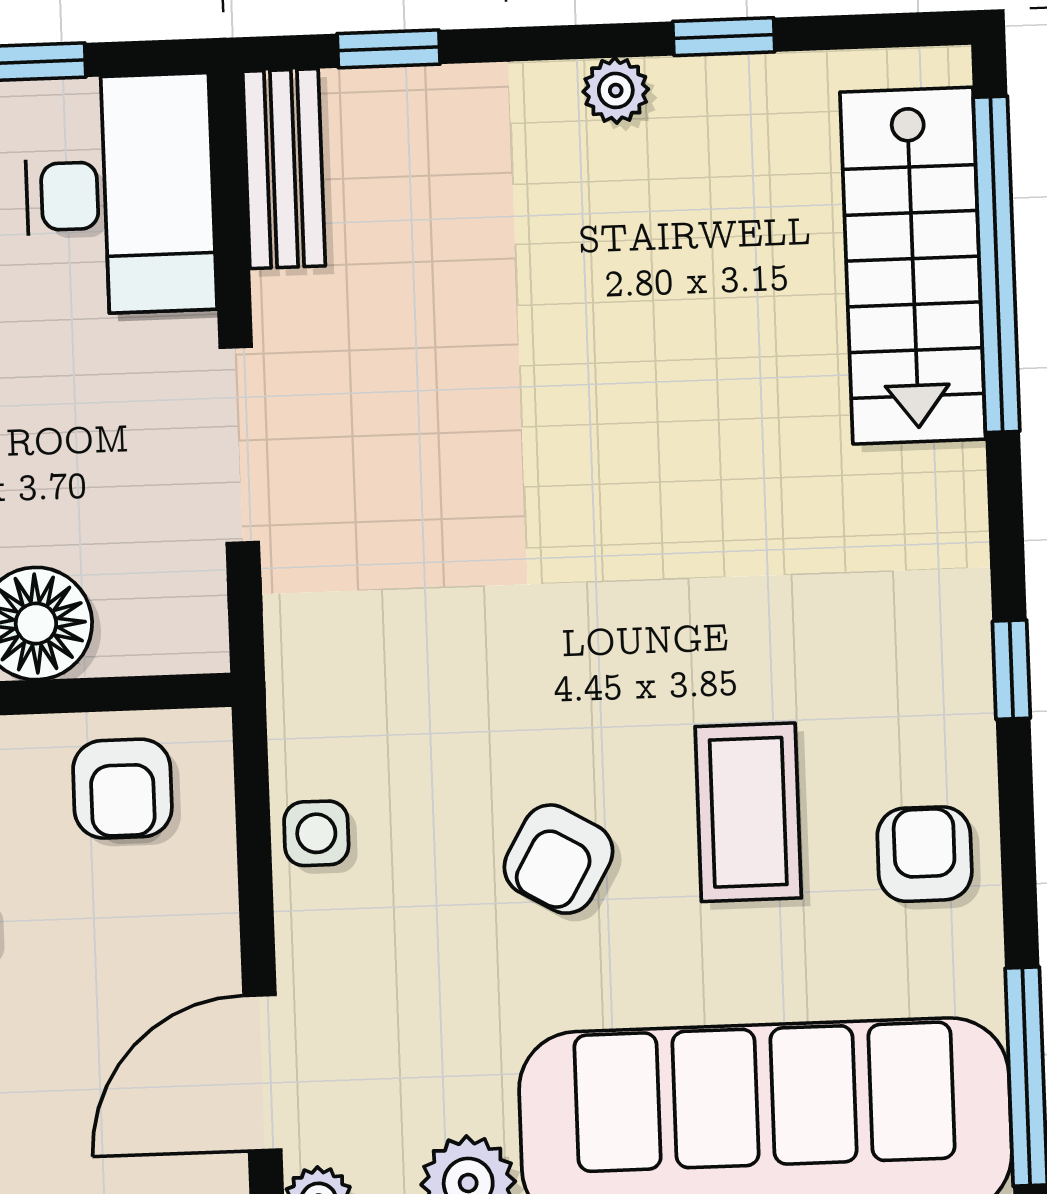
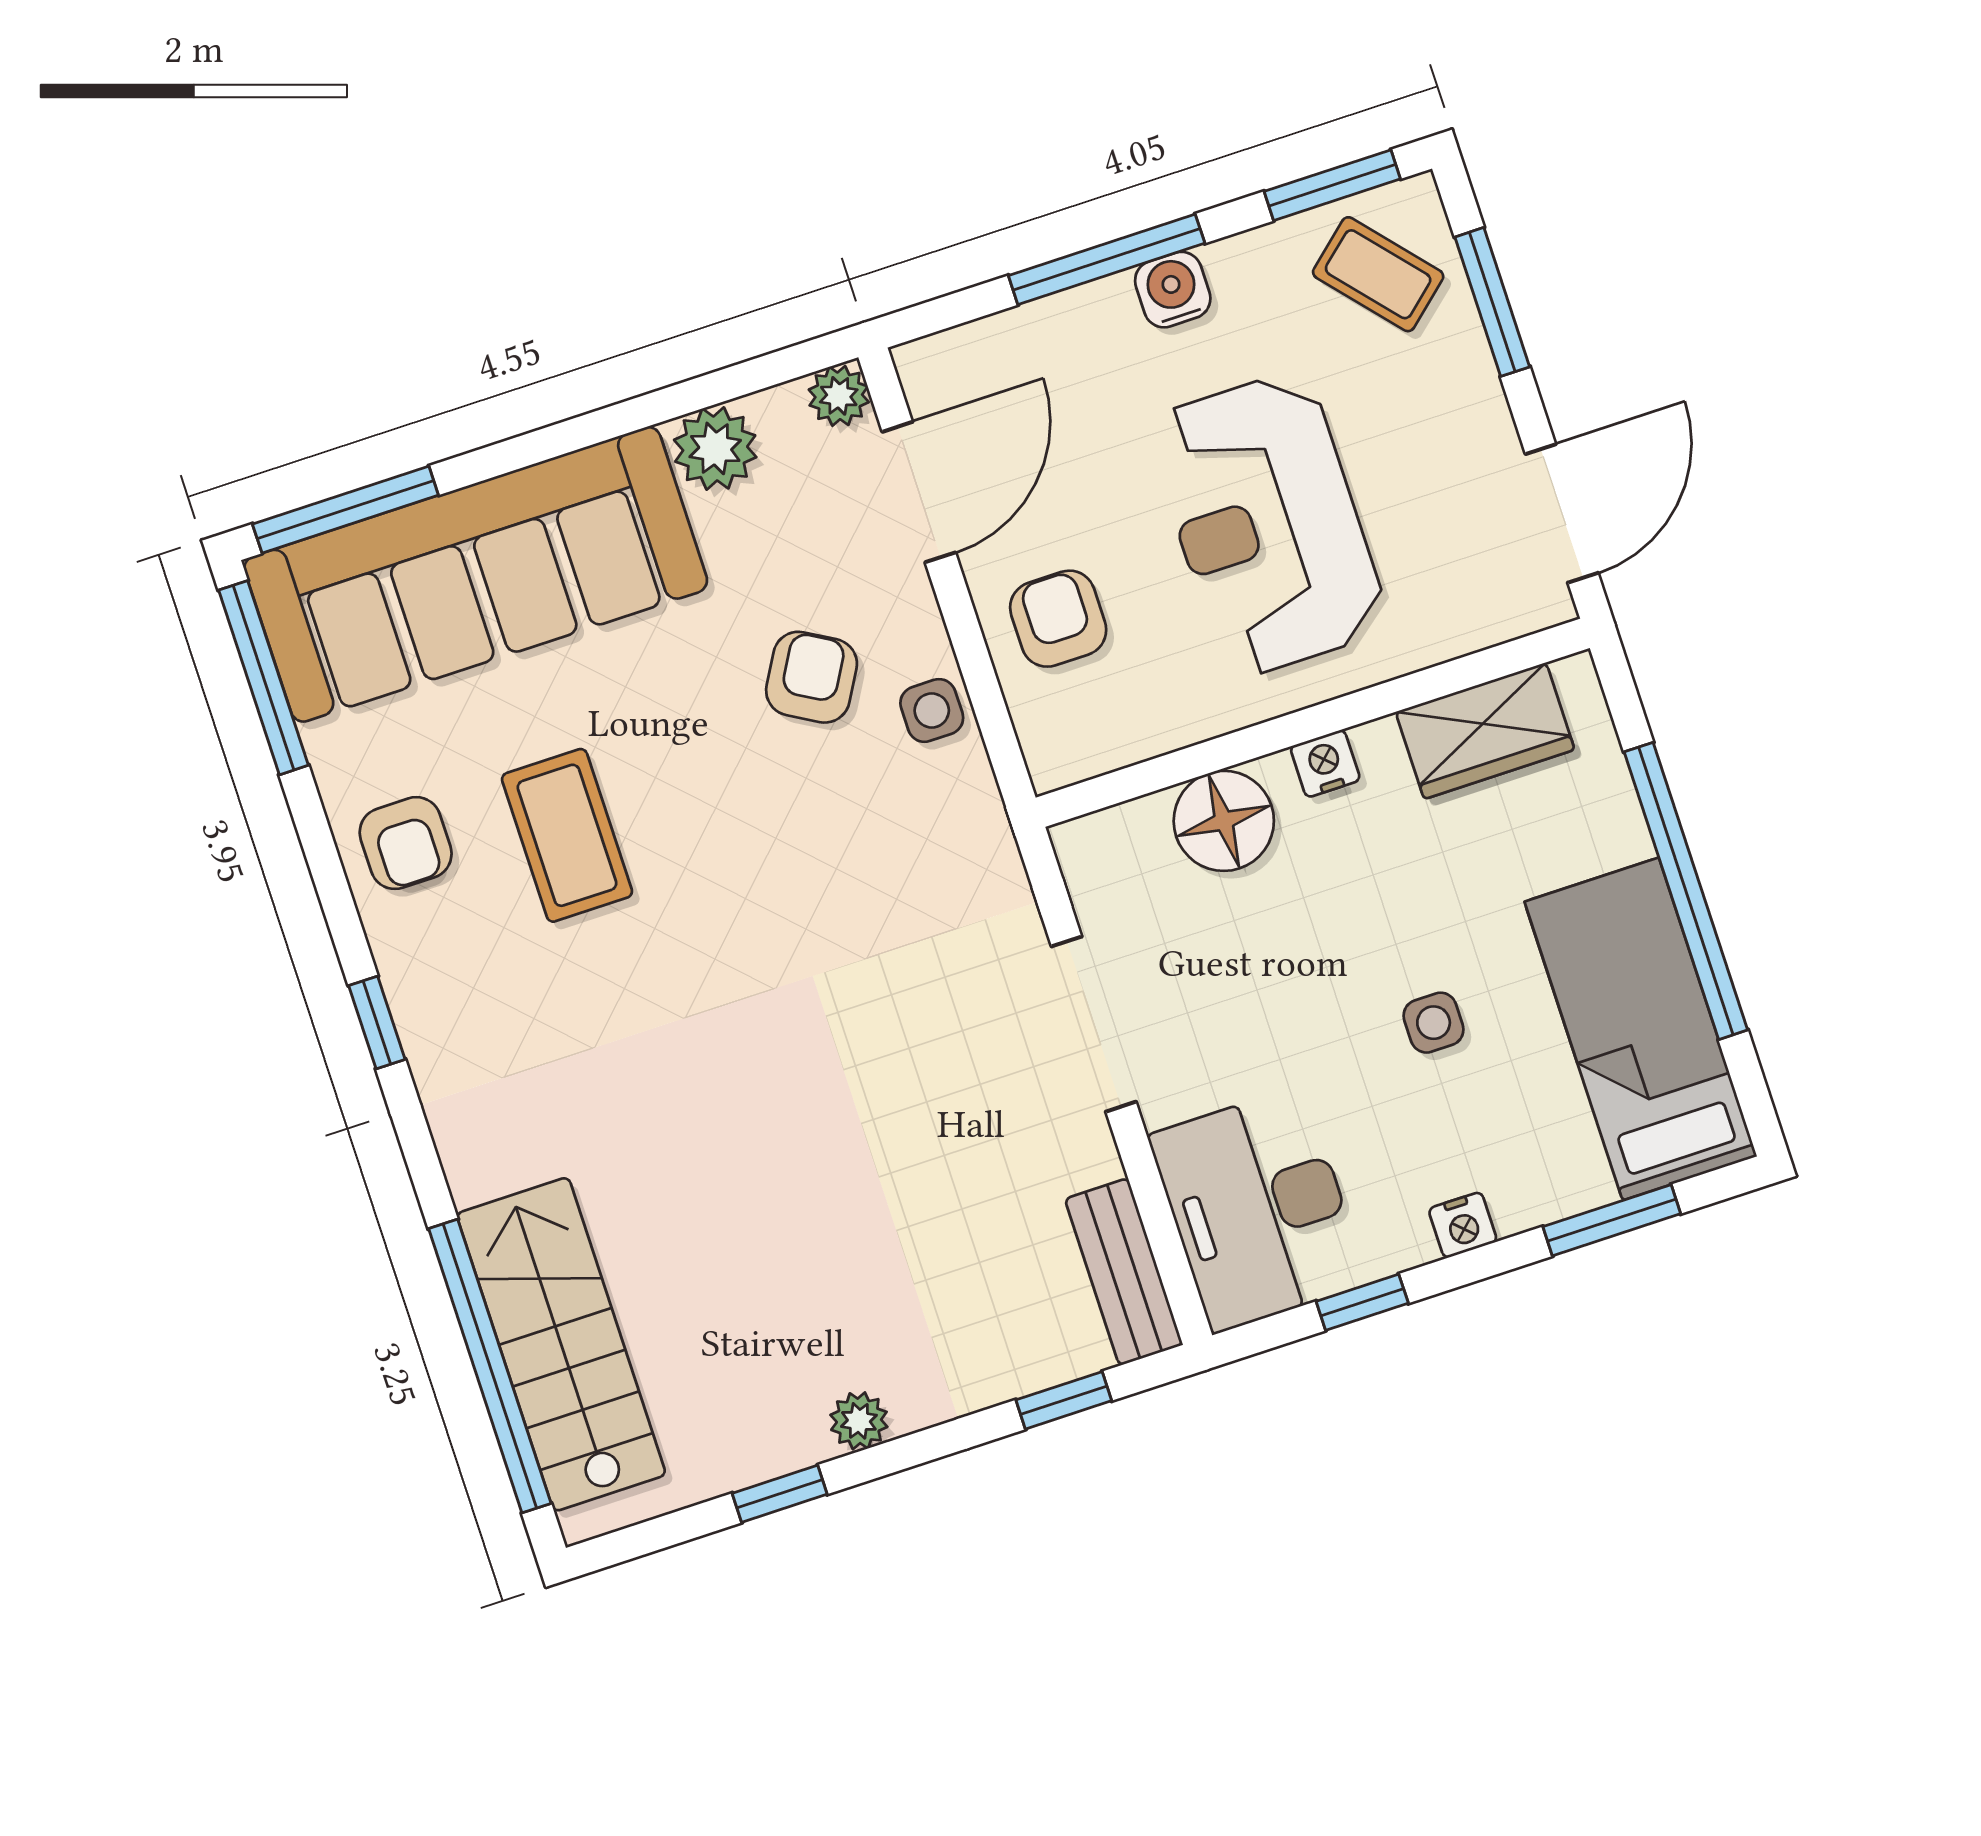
armchair: (122, 789) -> (1058, 619), moved
armchair: (558, 859) -> (812, 677), moved

